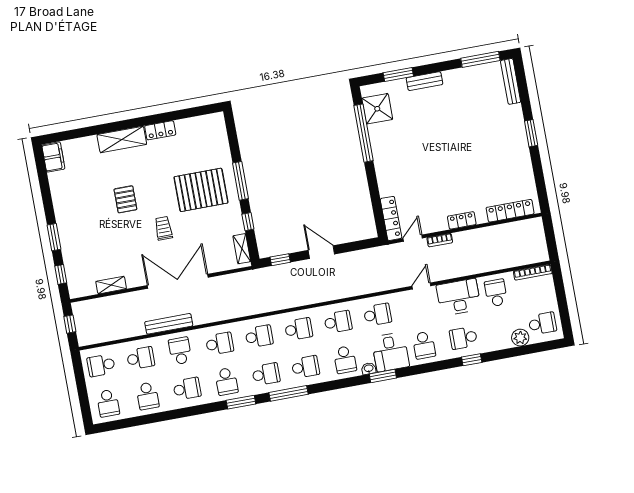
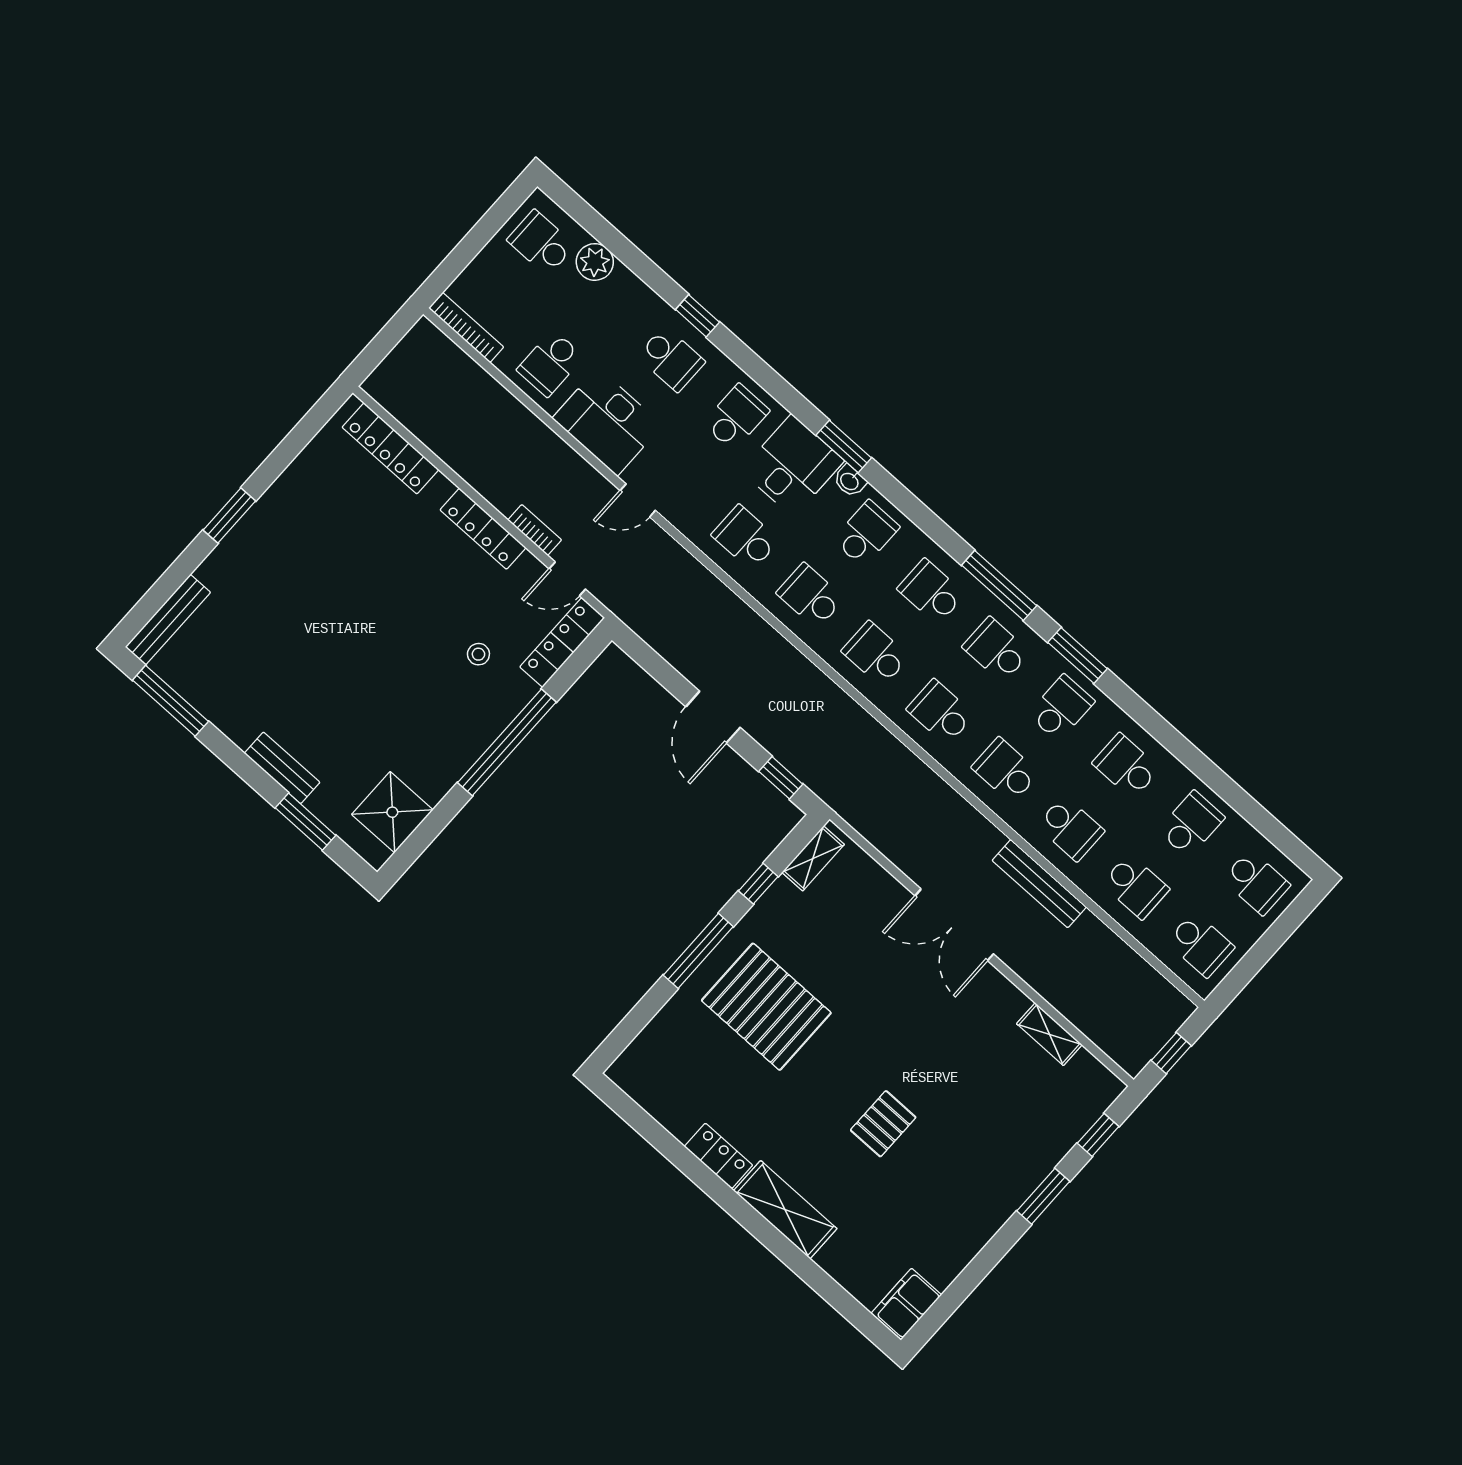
window: (364, 133) -> (507, 742), moved
stool: (410, 185) -> (478, 654), added
locker: (462, 220) -> (483, 529), width x1.53
trolley: (163, 228) -> (882, 1020), removed
double door: (178, 281) -> (954, 925), width x0.73
school desk: (180, 351) -> (1070, 828), turned -90
school desk: (141, 358) -> (1135, 886), turned 180
school desk: (108, 403) -> (1256, 882), turned 90

